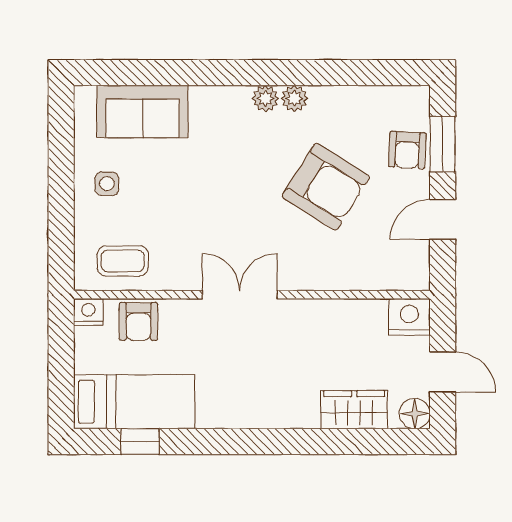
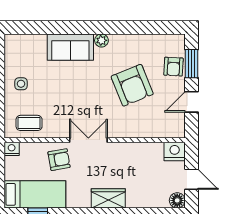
plant: (294, 98) -> (116, 40), removed
sofa: (142, 111) -> (70, 47), moved
armchair: (326, 187) -> (132, 85), turned 36
armchair: (138, 321) -> (59, 160), moved, turned -100
wardrobe: (354, 410) -> (108, 198), moved

